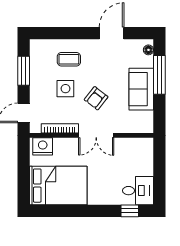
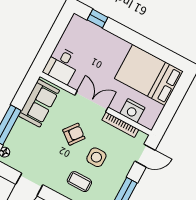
sofa: (141, 89) -> (39, 103), moved
nightstand: (43, 146) -> (132, 111), moved
desk: (138, 191) -> (62, 65), moved, turned -90

